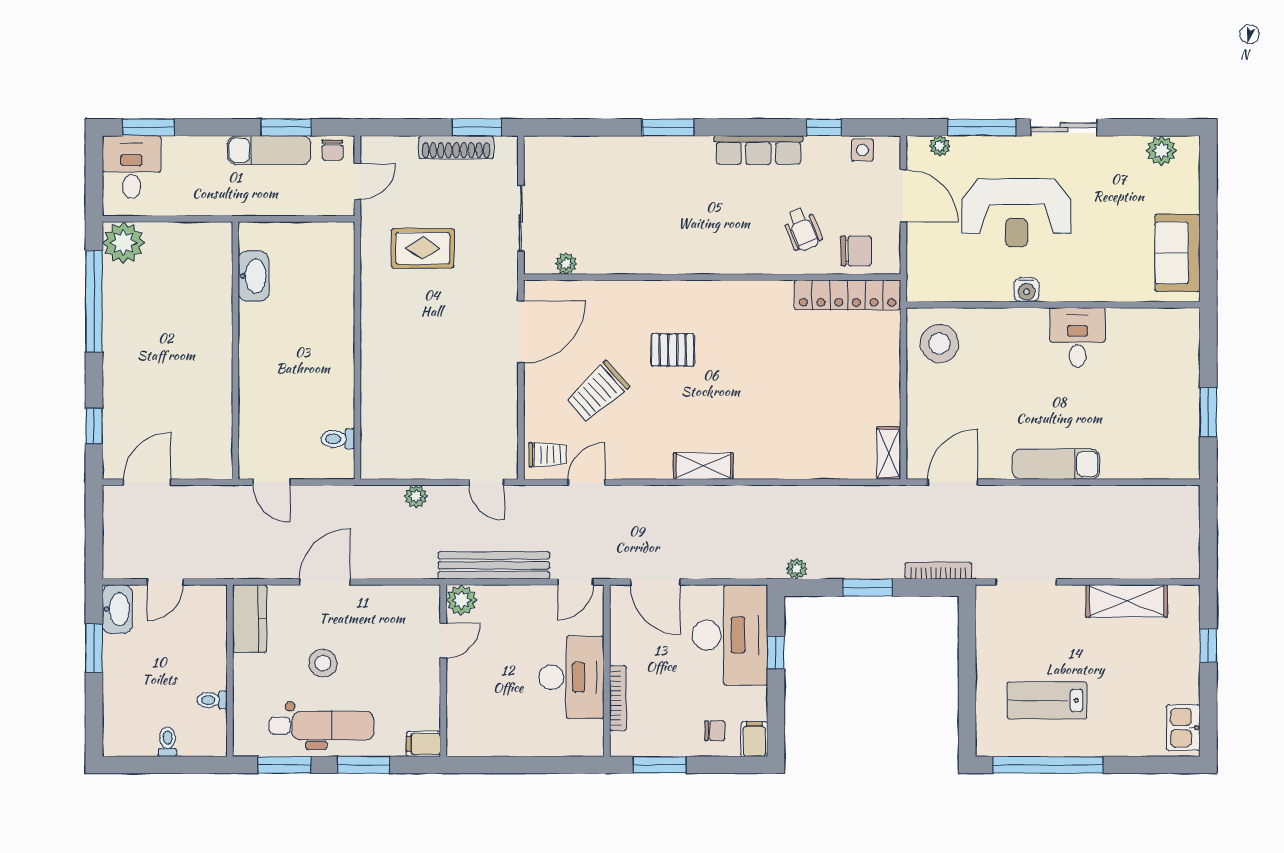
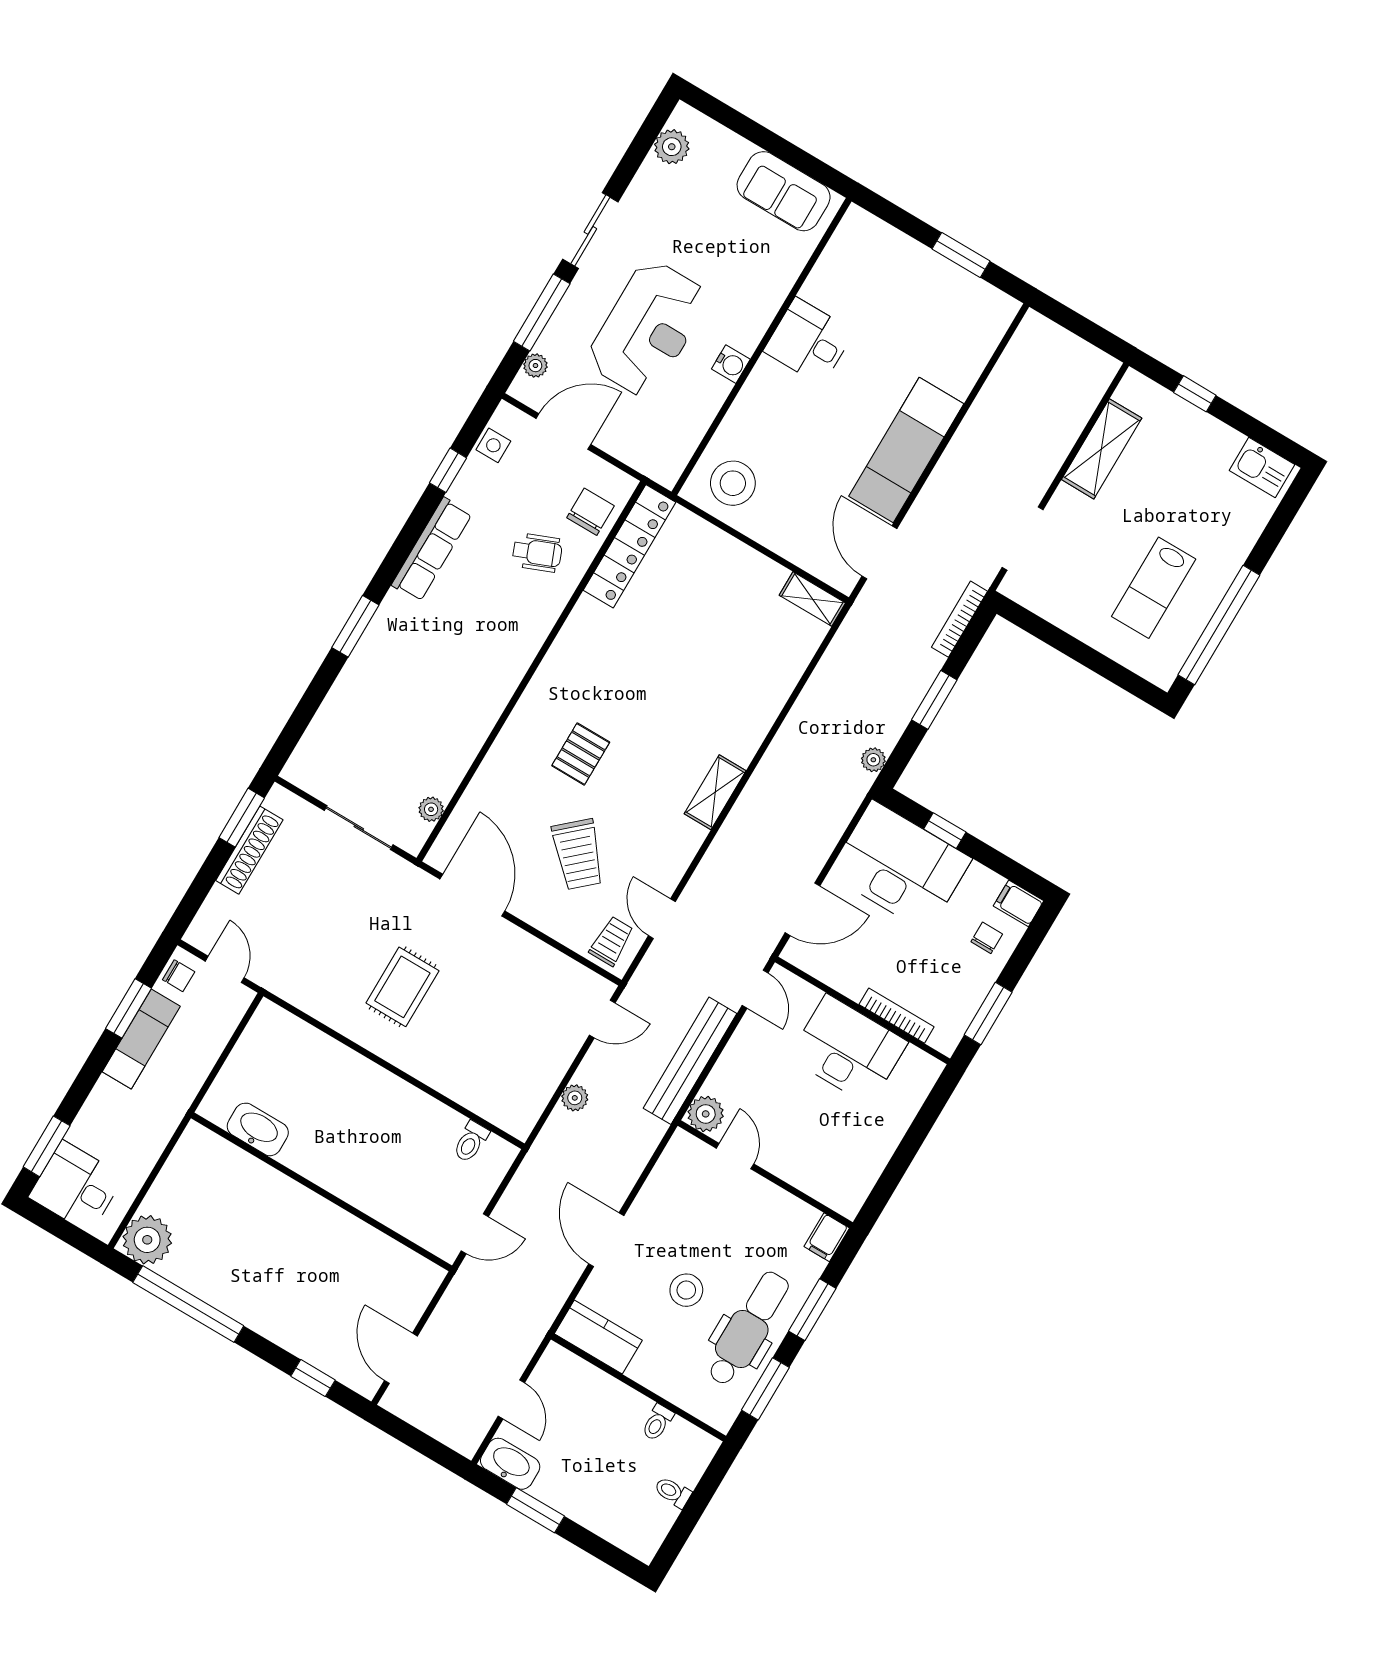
rug: (423, 248) -> (402, 987), moved
exam couch: (1056, 464) -> (906, 450), width x1.36, depth x1.45

